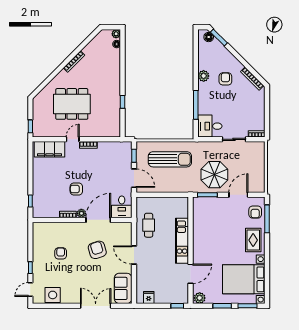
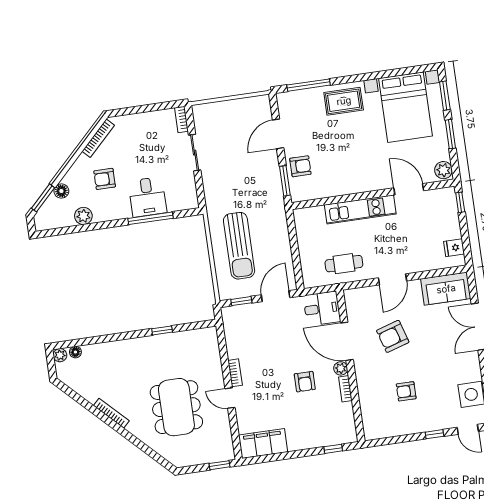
floor lamp: (209, 37) -> (61, 191), moved
plant: (204, 76) -> (83, 216), moved
desk: (210, 126) -> (147, 197), moved
filing cabinet: (49, 149) -> (263, 444), moved, turned -90
sun lounger: (170, 159) -> (239, 246), turned 180
parasol: (214, 175) -> (253, 175), removed
door: (238, 195) -> (278, 134), hinge flipped
armchair: (255, 212) -> (300, 166), moved

